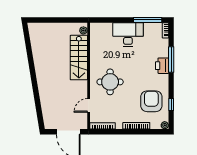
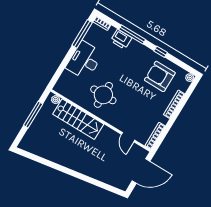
window: (61, 20) -> (33, 115), added
printer: (162, 66) -> (121, 39), moved
round table: (110, 82) -> (103, 95), moved
window: (171, 104) -> (161, 52), moved

